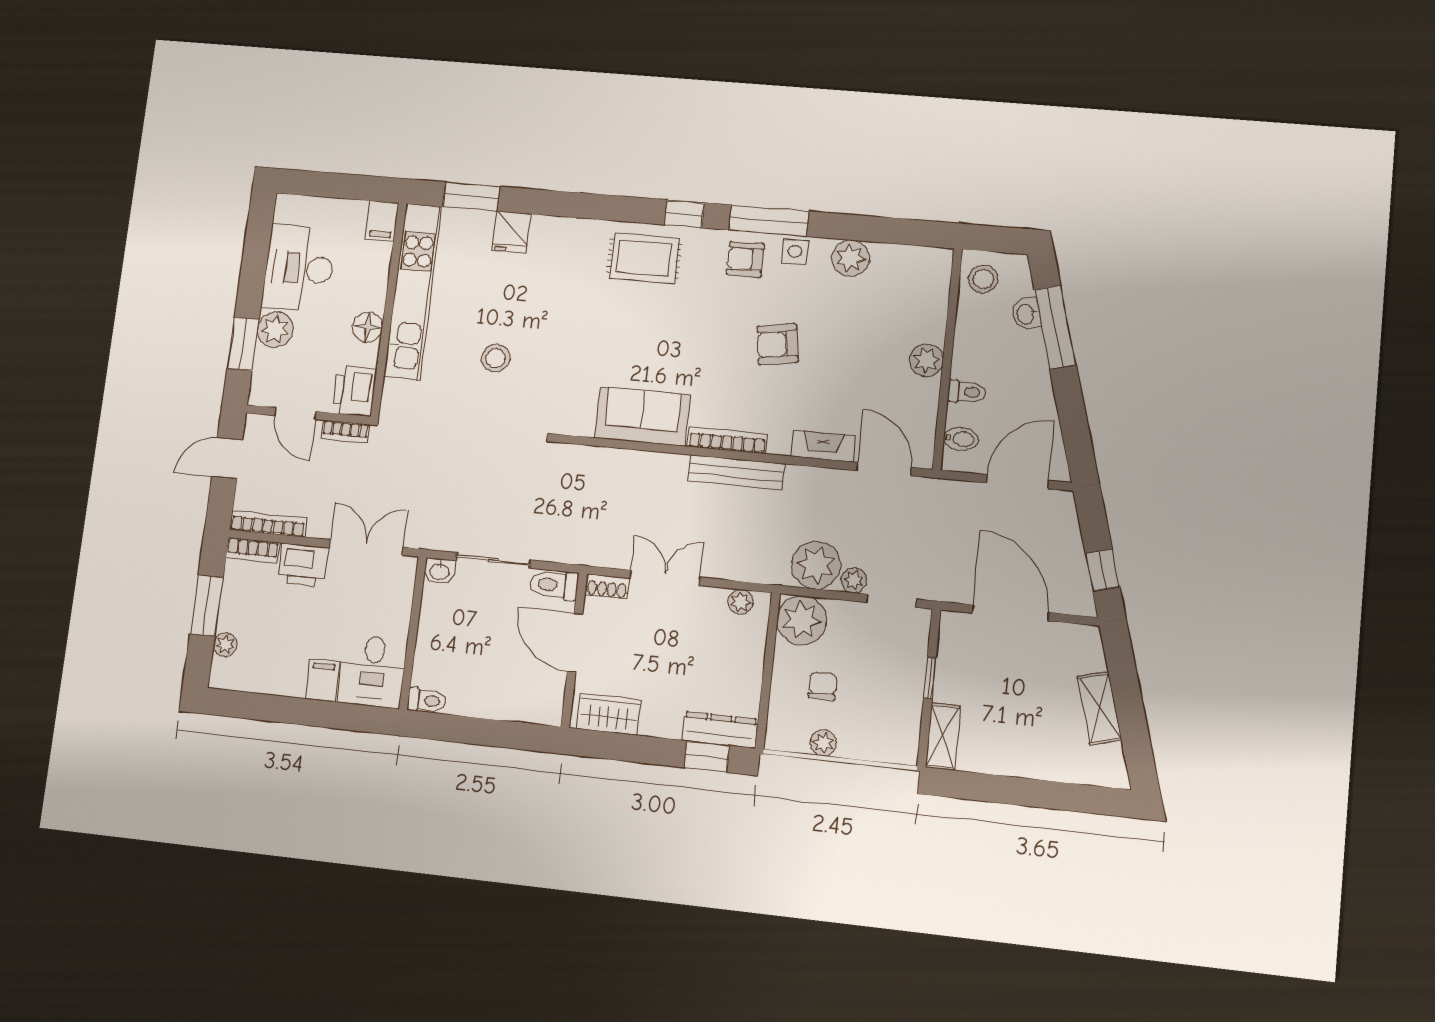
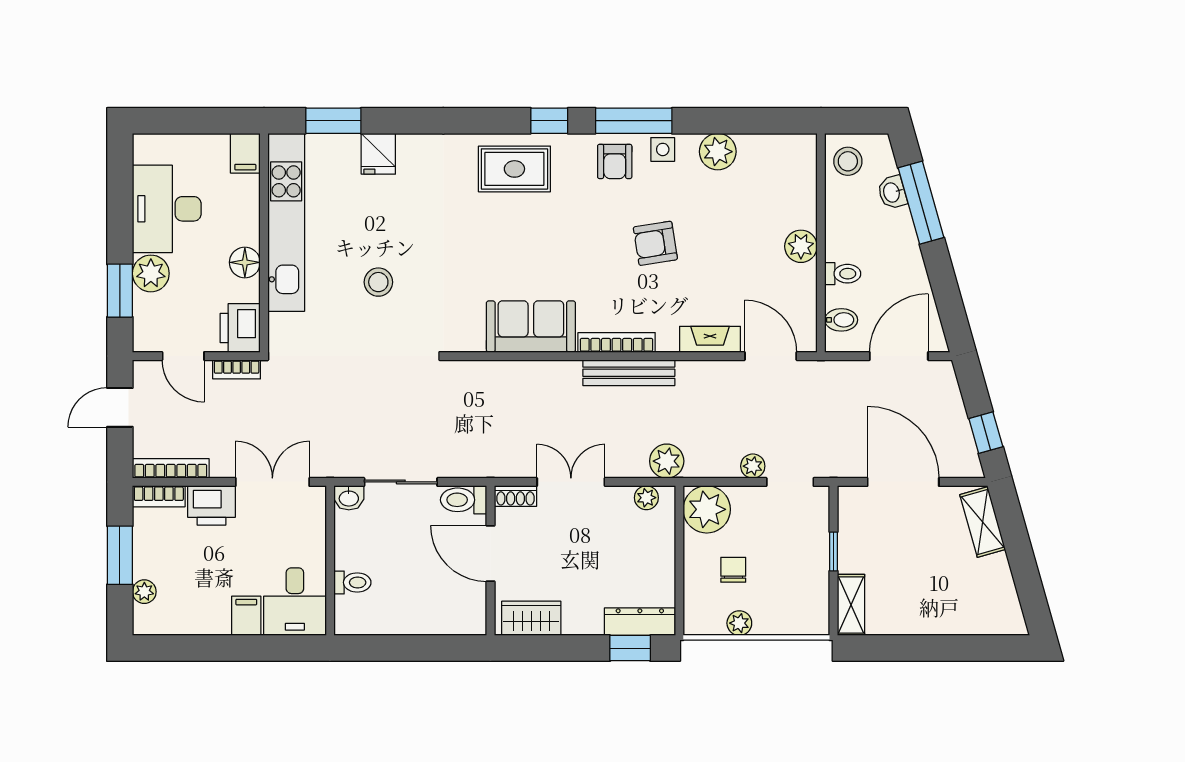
armchair: (745, 259) -> (615, 161), turned -90
plant: (816, 565) -> (667, 461), moved, width x0.73, depth x0.73
toilet: (427, 700) -> (352, 582), moved
shelving: (1100, 708) -> (983, 522), moved

